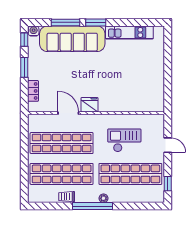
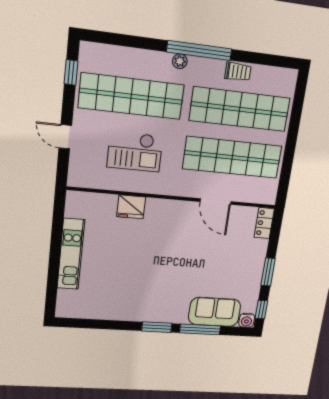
kitchen unit: (129, 32) -> (71, 254), moved, turned 90
sofa: (72, 39) -> (215, 312), width x0.54, depth x0.79
locker: (33, 91) -> (264, 223), moved
fridge: (89, 105) -> (131, 207), moved

